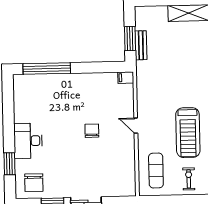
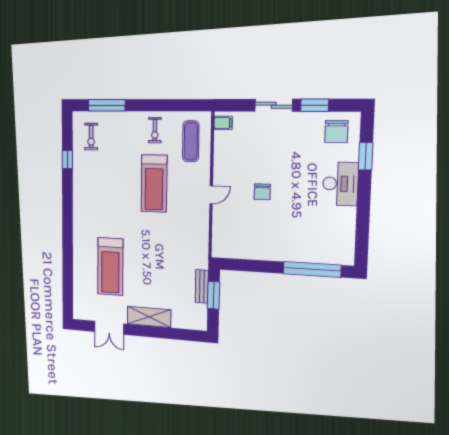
filing cabinet: (126, 78) -> (223, 123), moved
door: (136, 126) -> (211, 195), hinge flipped
treadmill: (188, 133) -> (154, 184), turned 180
chair: (34, 183) -> (336, 132), turned 180

